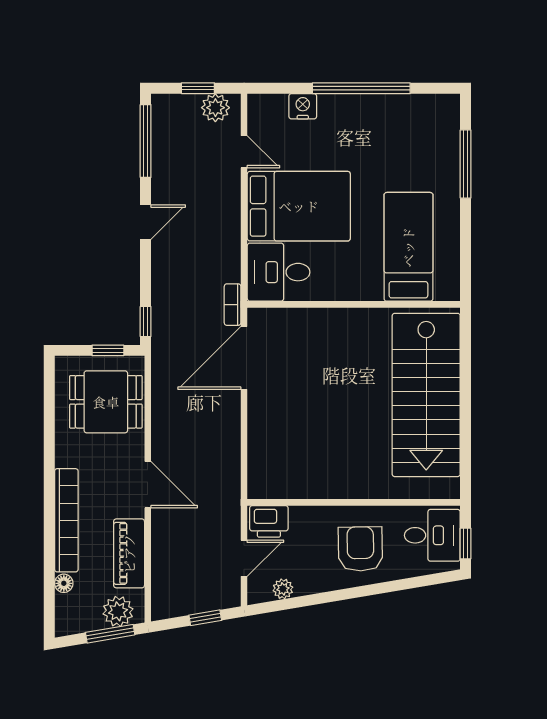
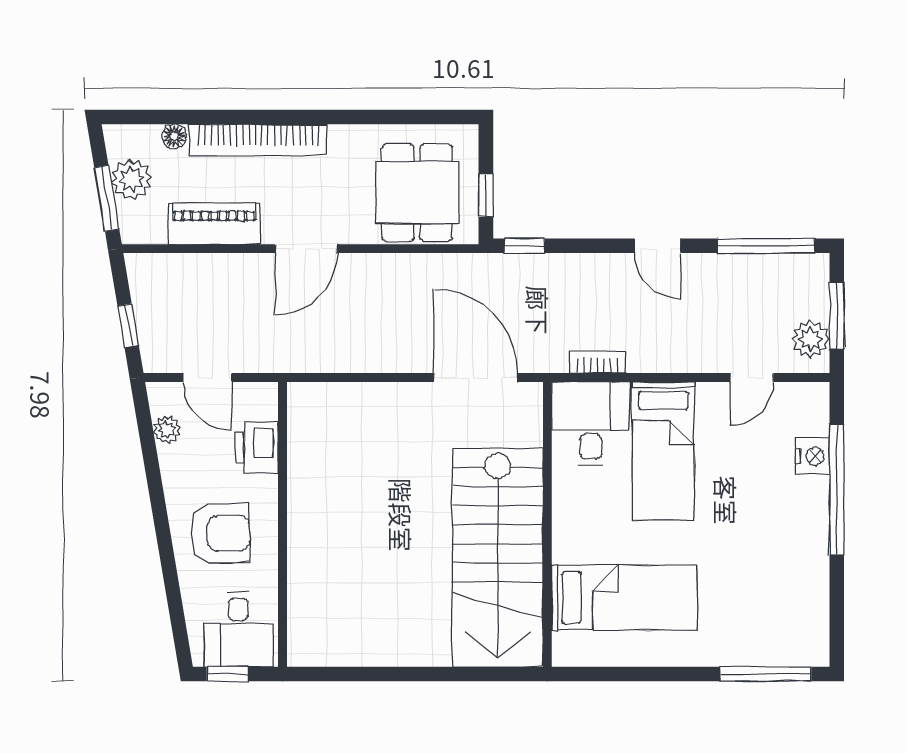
window: (198, 88) -> (837, 316), width x1.50
window: (361, 88) -> (837, 489), moved
window: (466, 164) -> (766, 674), moved
bed: (299, 206) -> (663, 451), width x0.67
bookcase: (233, 305) -> (597, 362), moved
stairs: (426, 395) -> (498, 558), moved, turned -90
printer: (269, 521) -> (257, 448), moved
plant: (118, 611) -> (132, 179), moved

